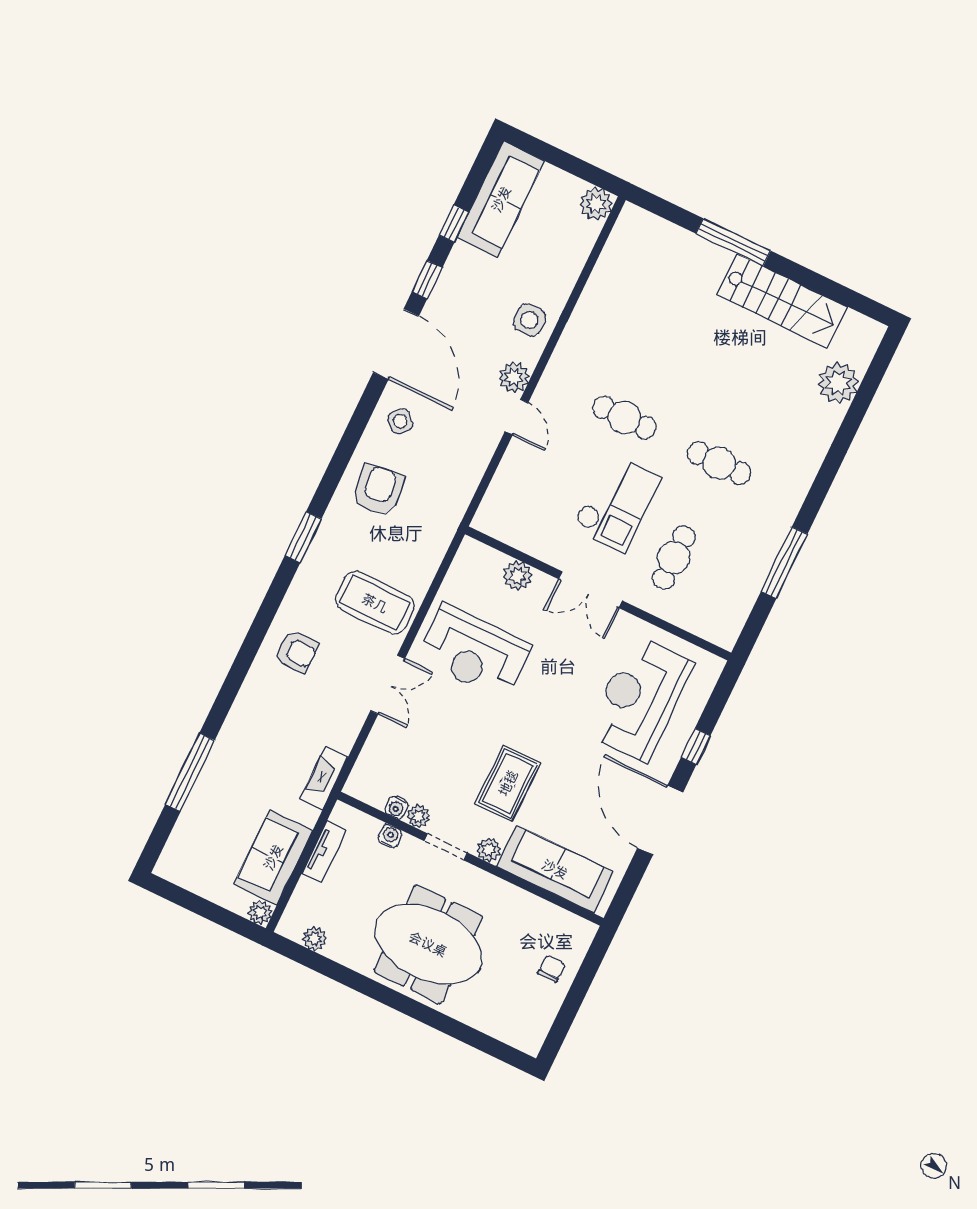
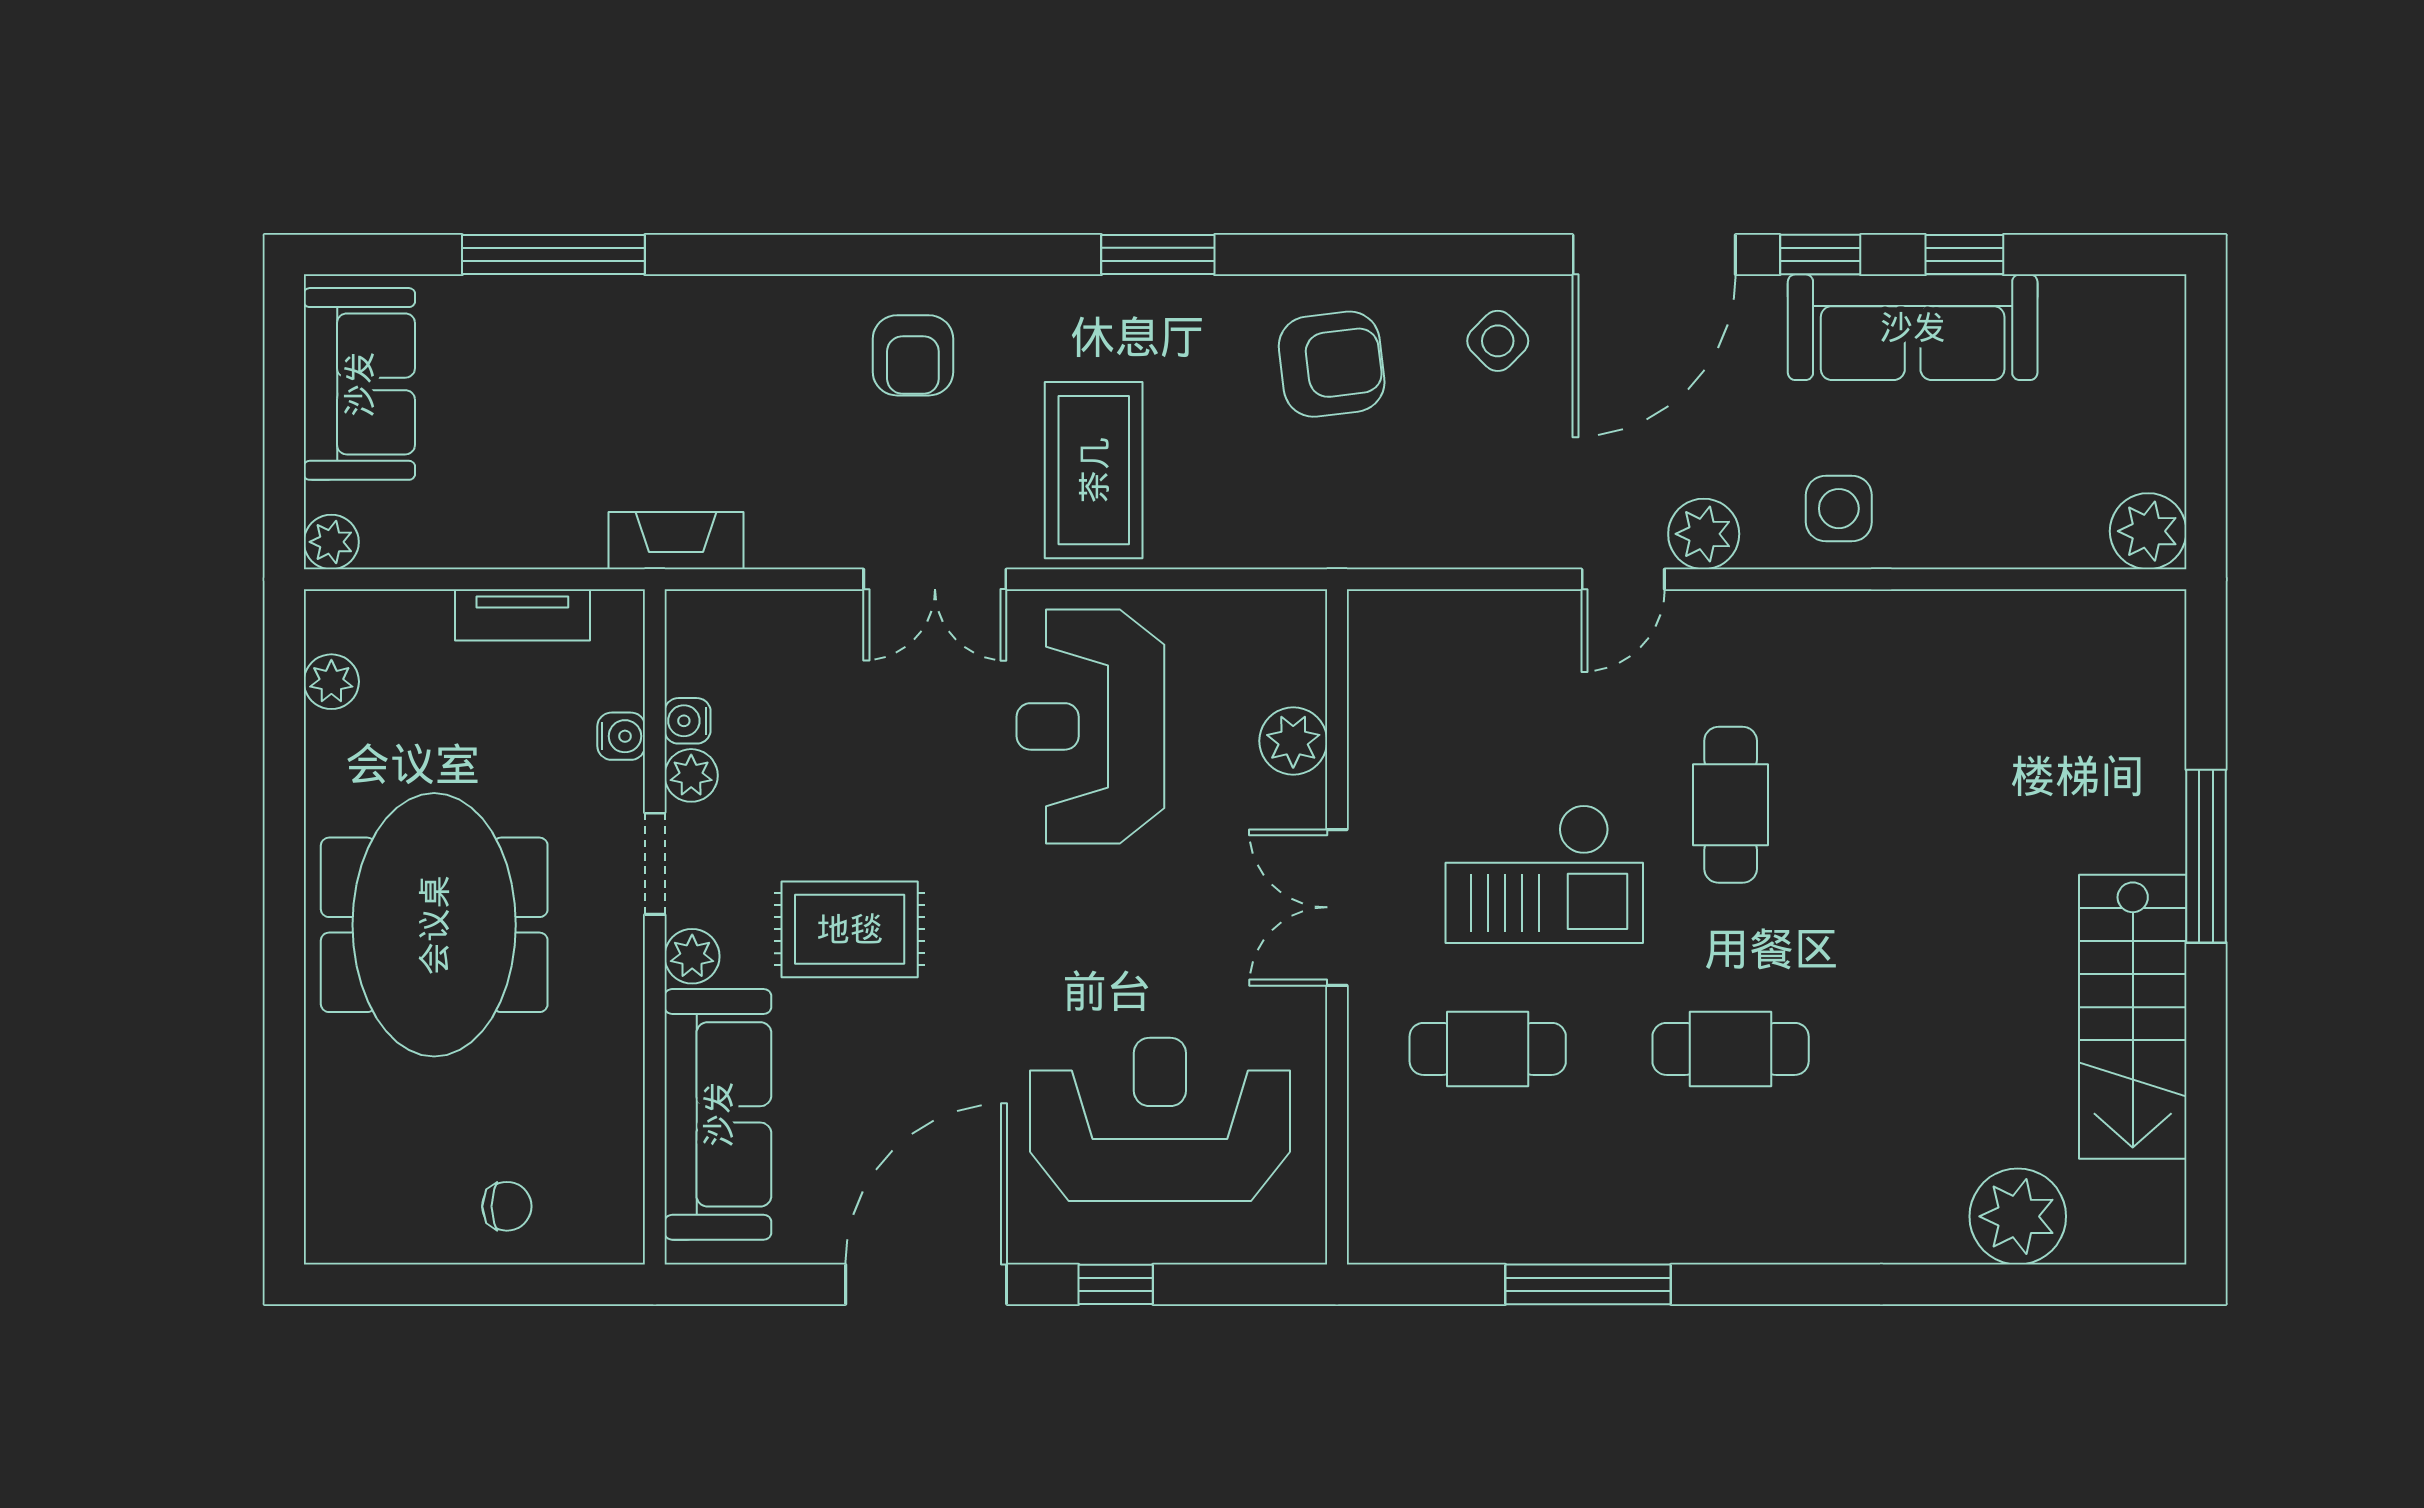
sofa: (501, 199) -> (1913, 327), moved
cafe table: (719, 463) -> (1731, 1049), turned 90
sofa: (273, 857) -> (359, 384), moved, turned 90

